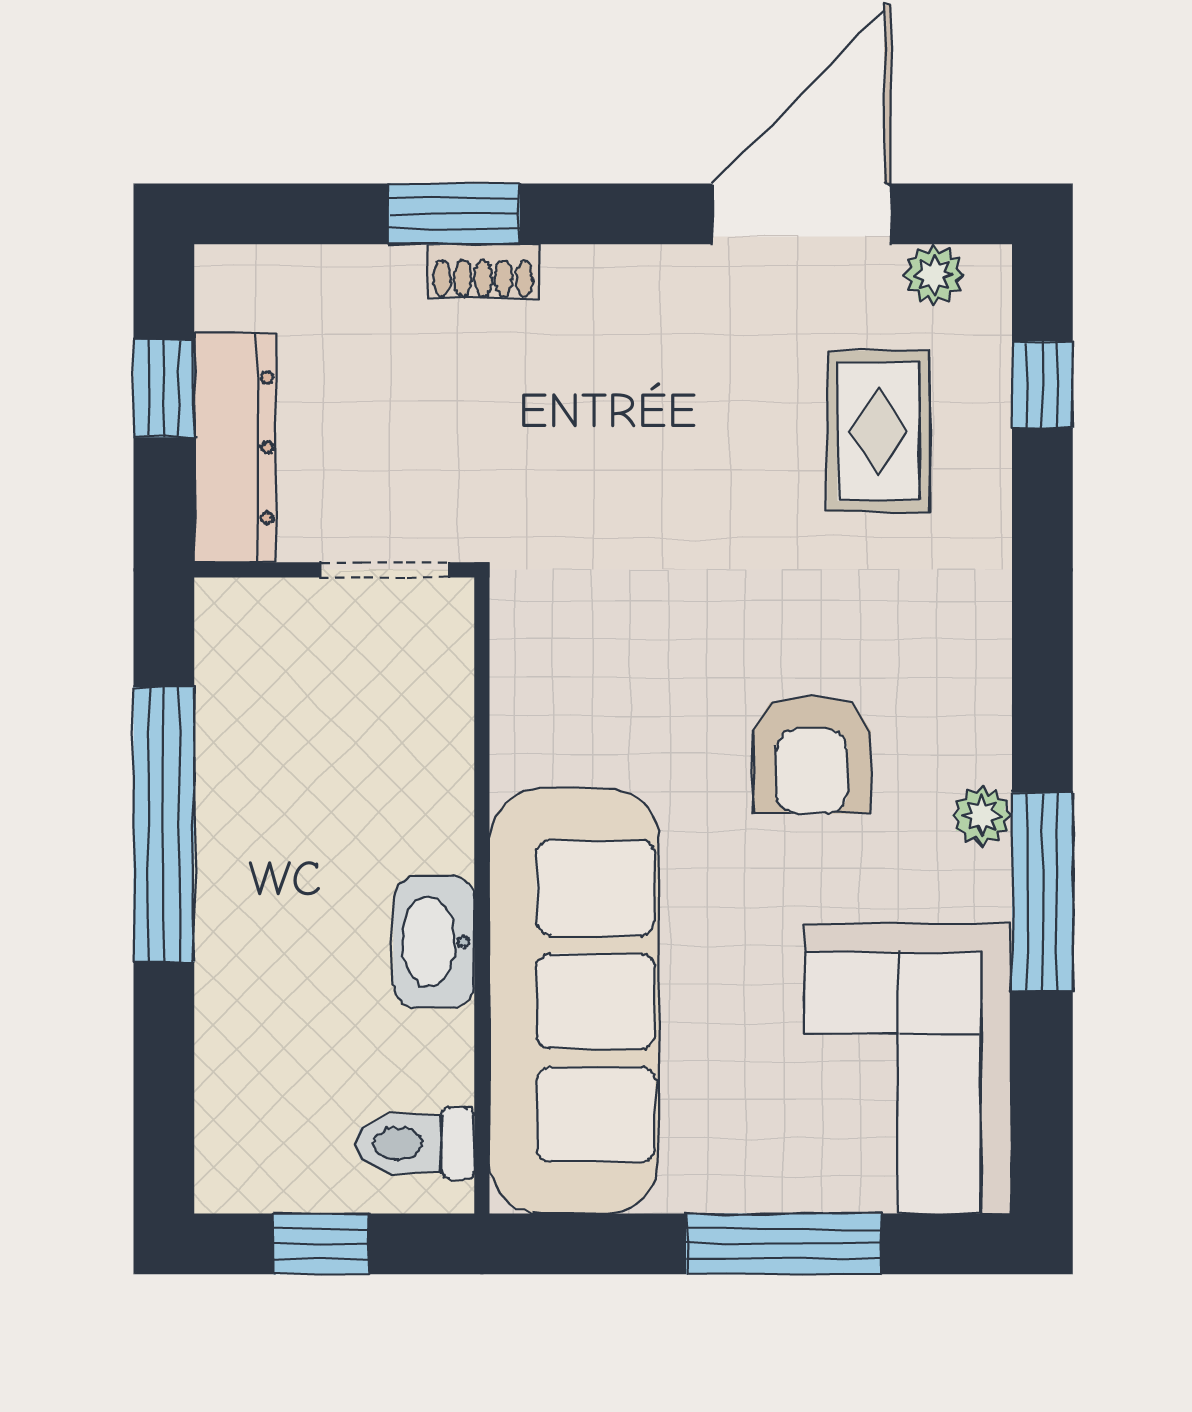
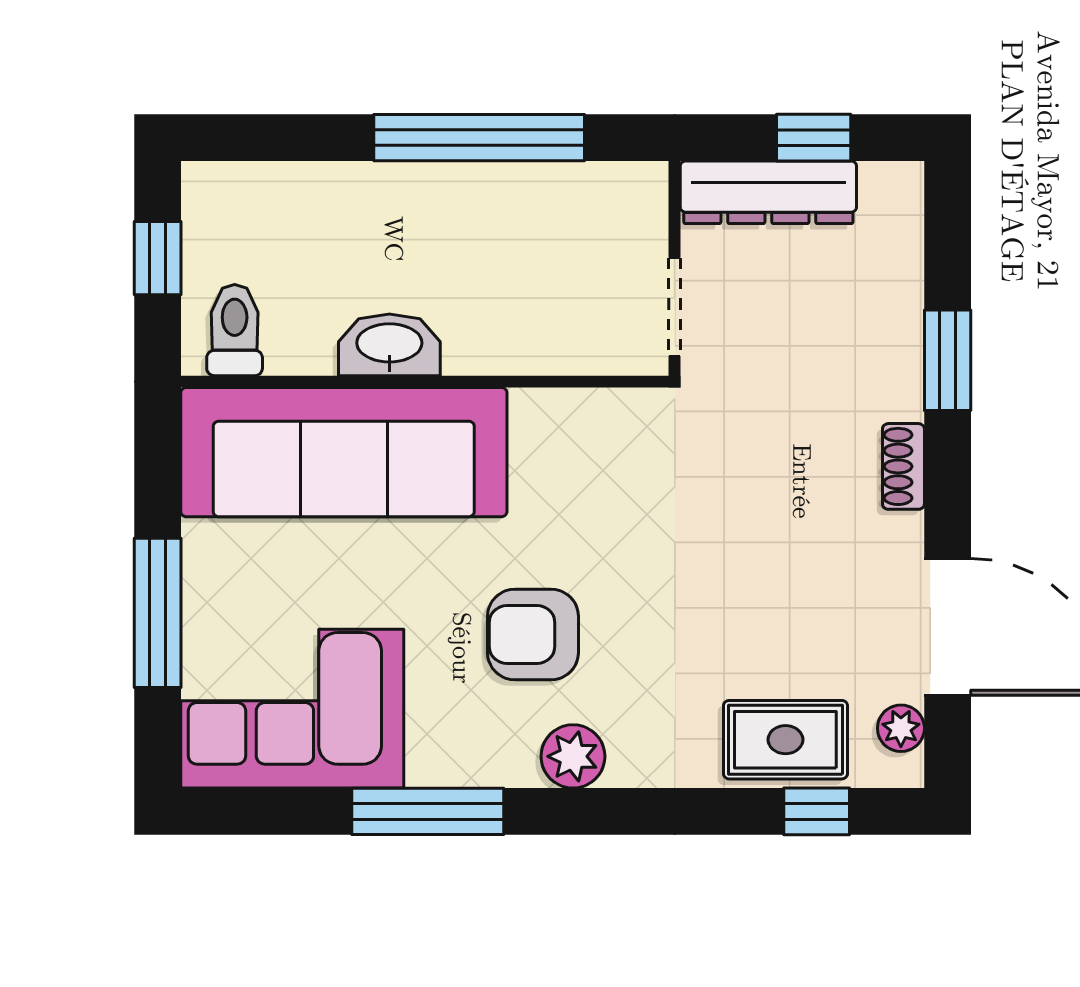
shoe rack: (483, 271) -> (903, 466), moved
rug: (879, 431) -> (785, 740), moved
plant: (982, 816) -> (573, 756), moved, width x1.38, depth x1.38

